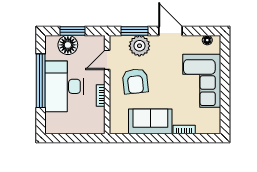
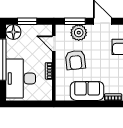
floor lamp: (68, 45) -> (13, 32), moved
door: (107, 60) -> (54, 44), hinge flipped
desk: (64, 86) -> (21, 78), moved

